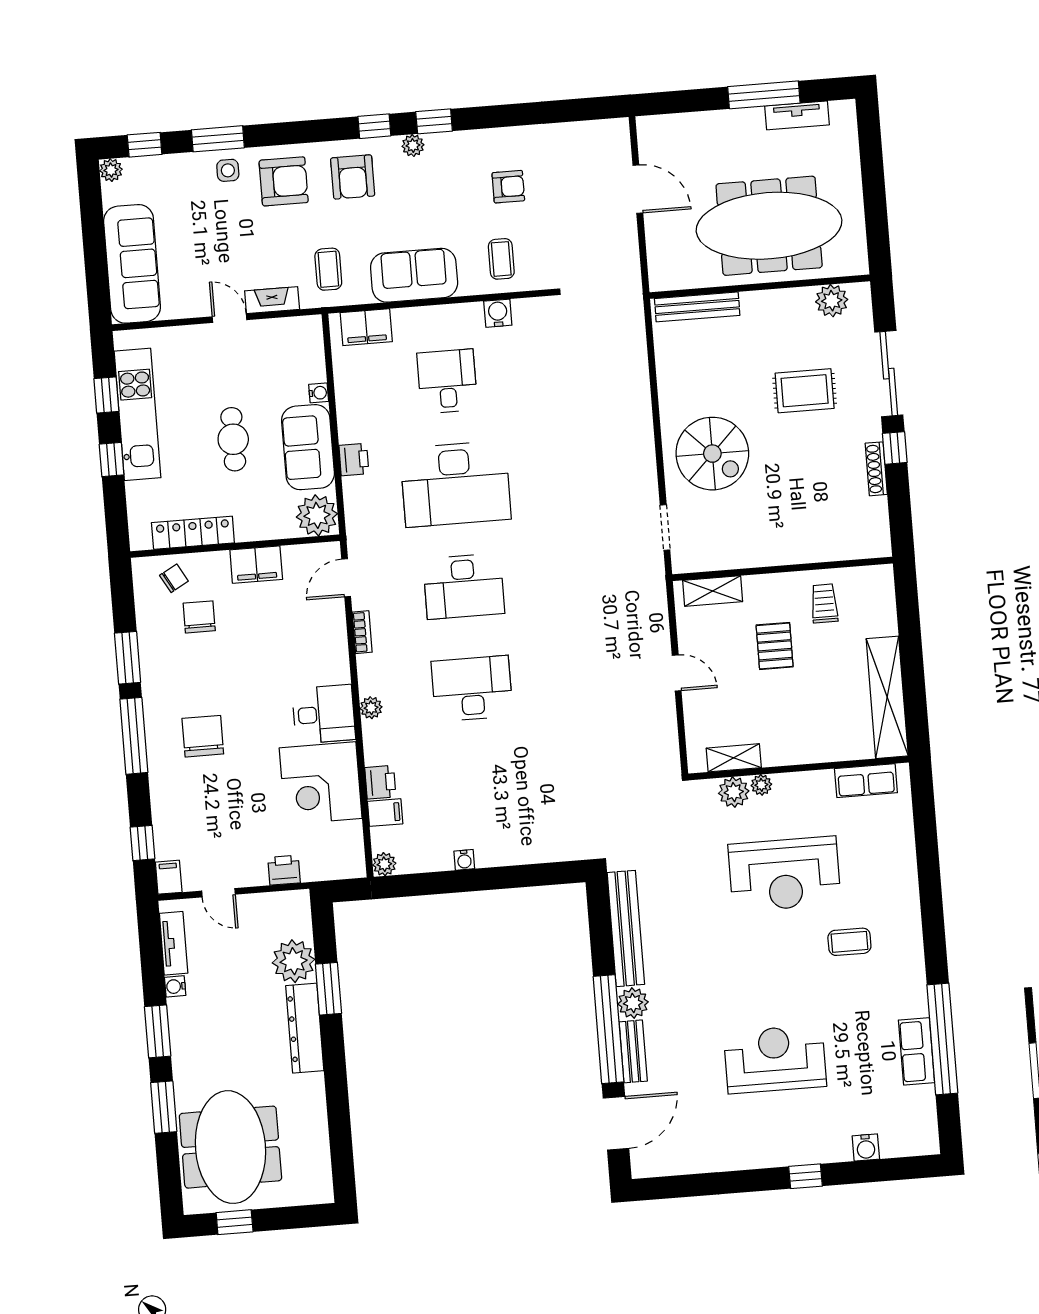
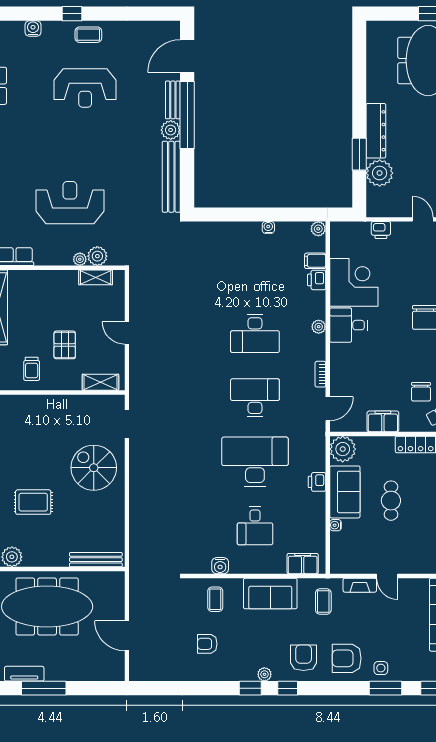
coffee table: (849, 942) -> (88, 35), moved

